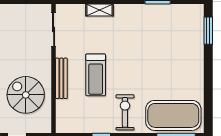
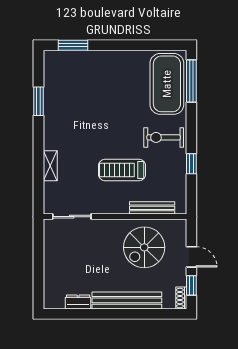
treadmill: (96, 75) -> (122, 170), turned 180
bench: (61, 78) -> (152, 208), moved

